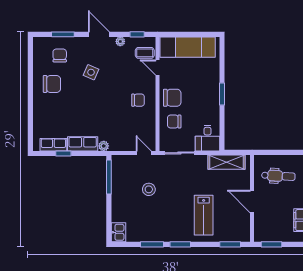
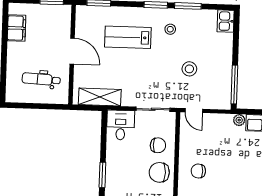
lab bench: (204, 215) -> (128, 37), turned -90
stool: (167, 224) -> (170, 29), added

